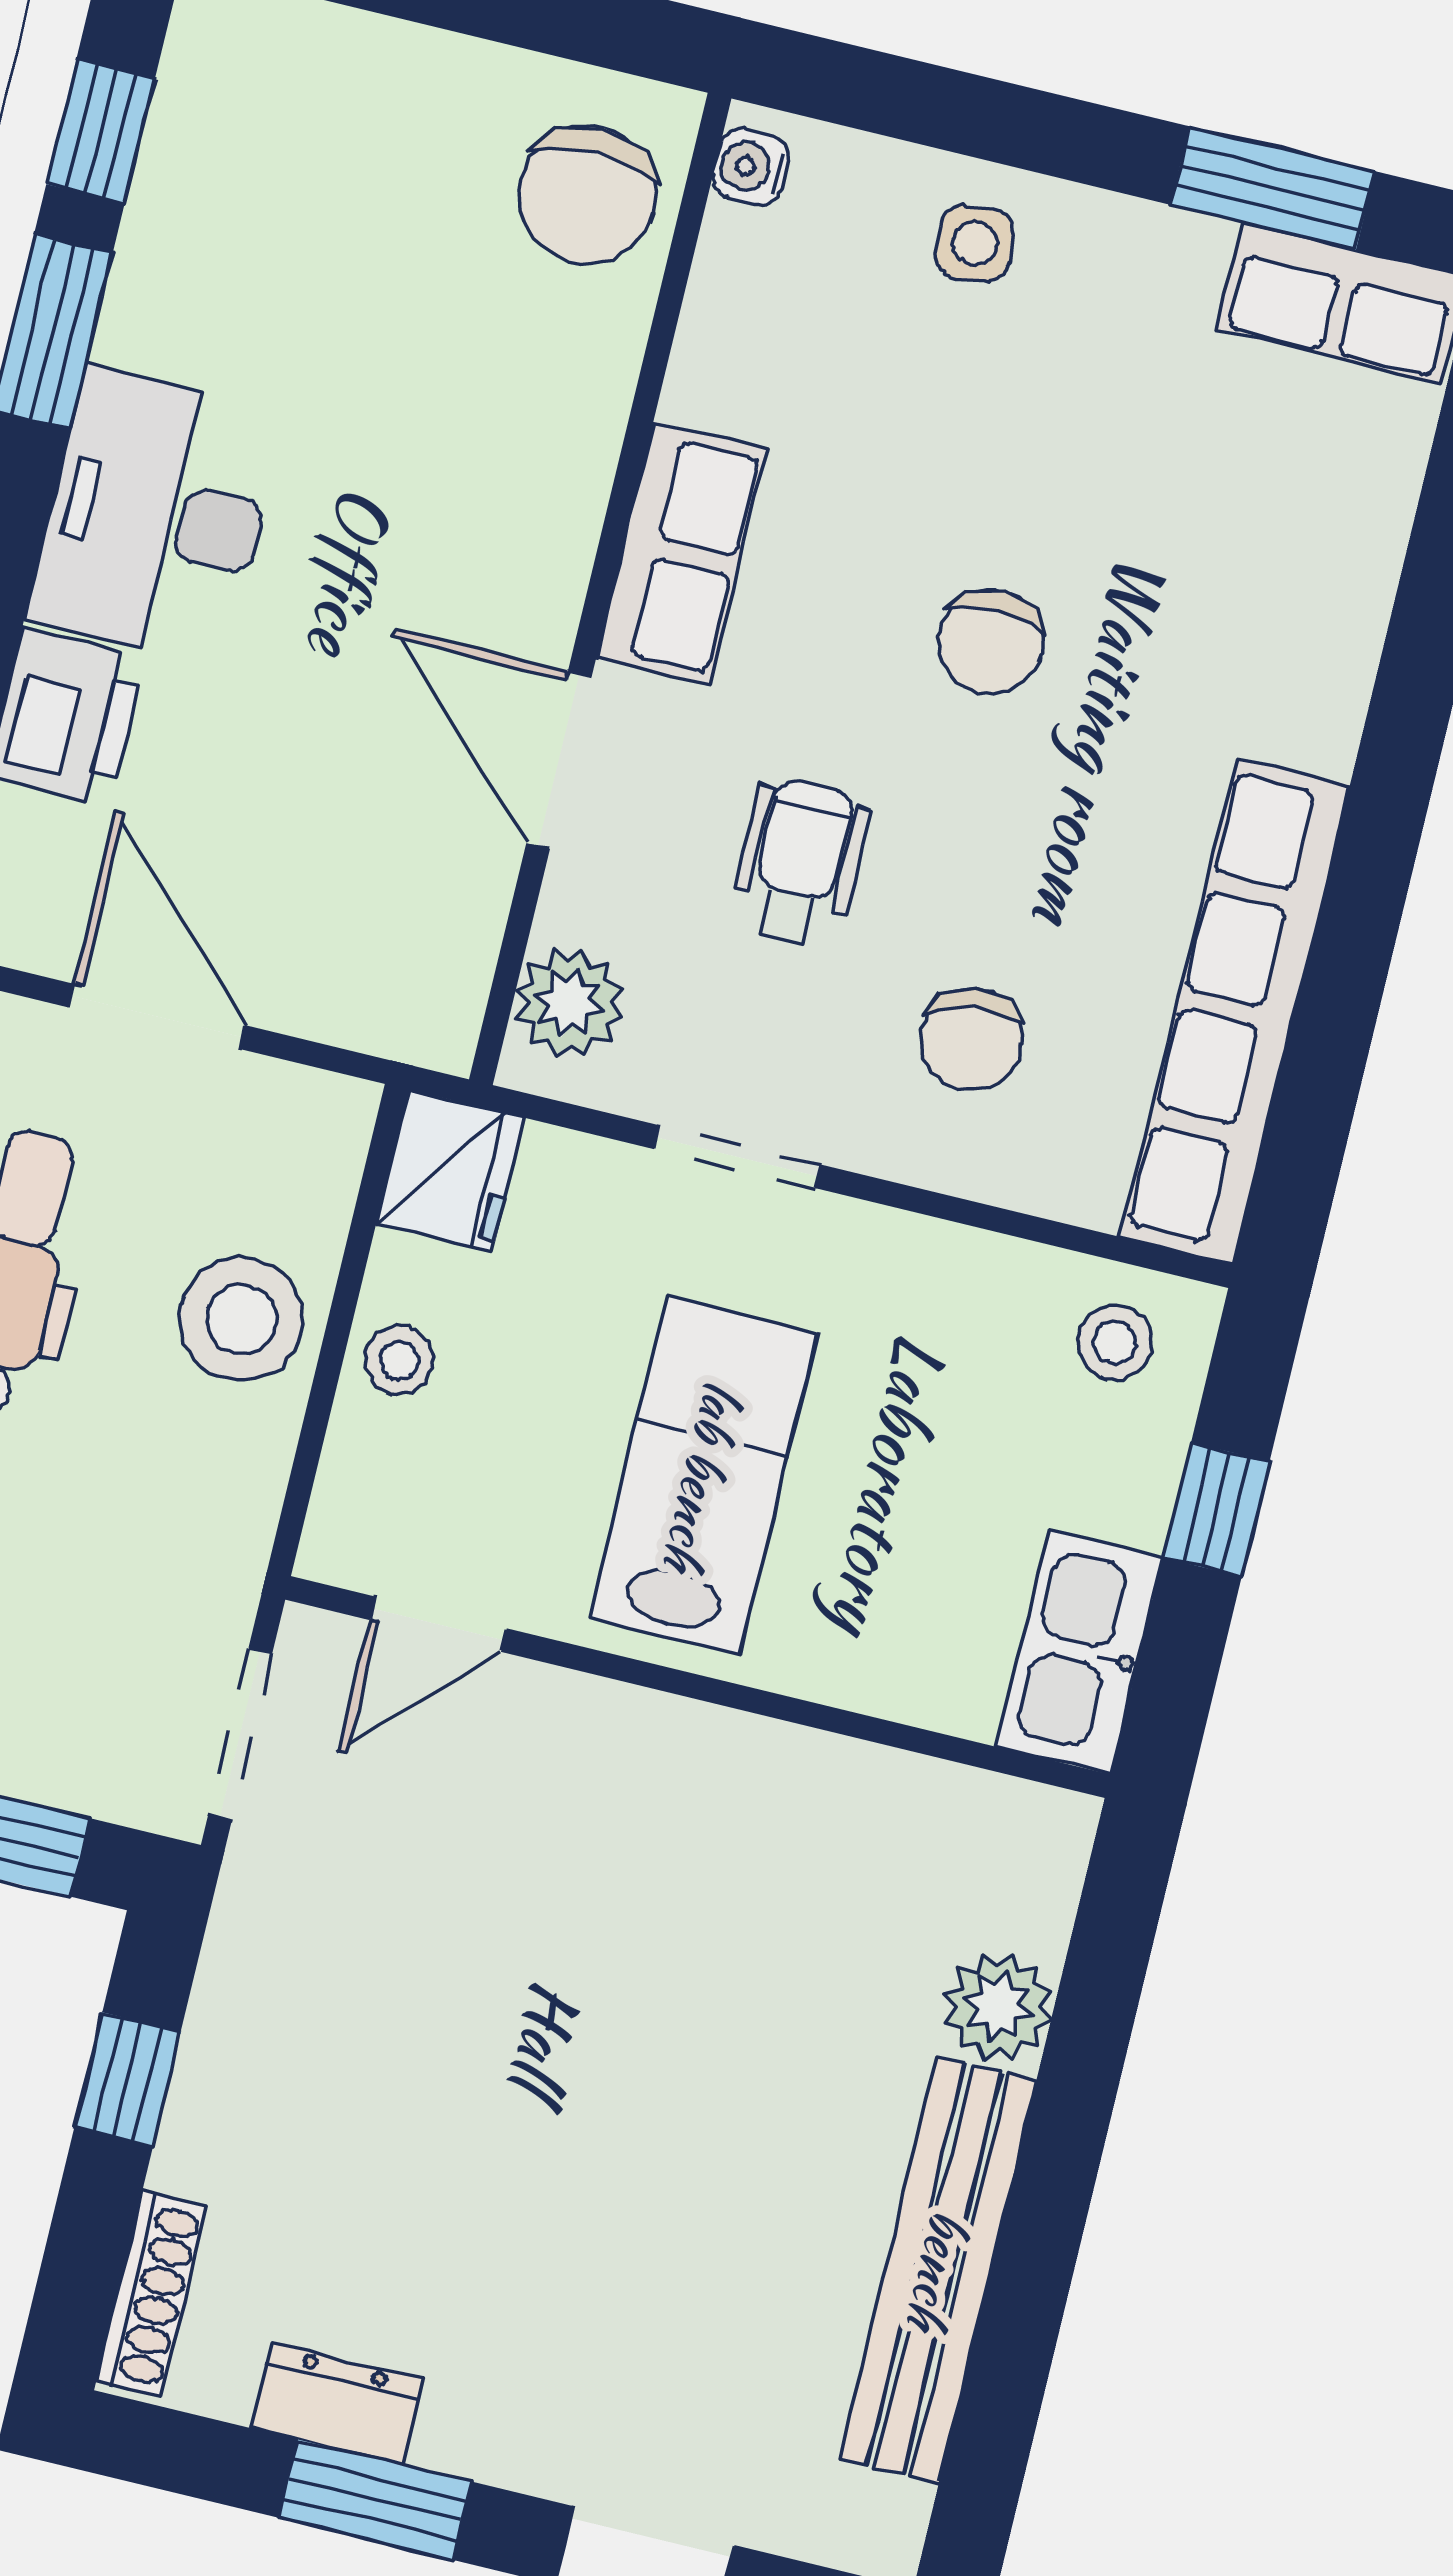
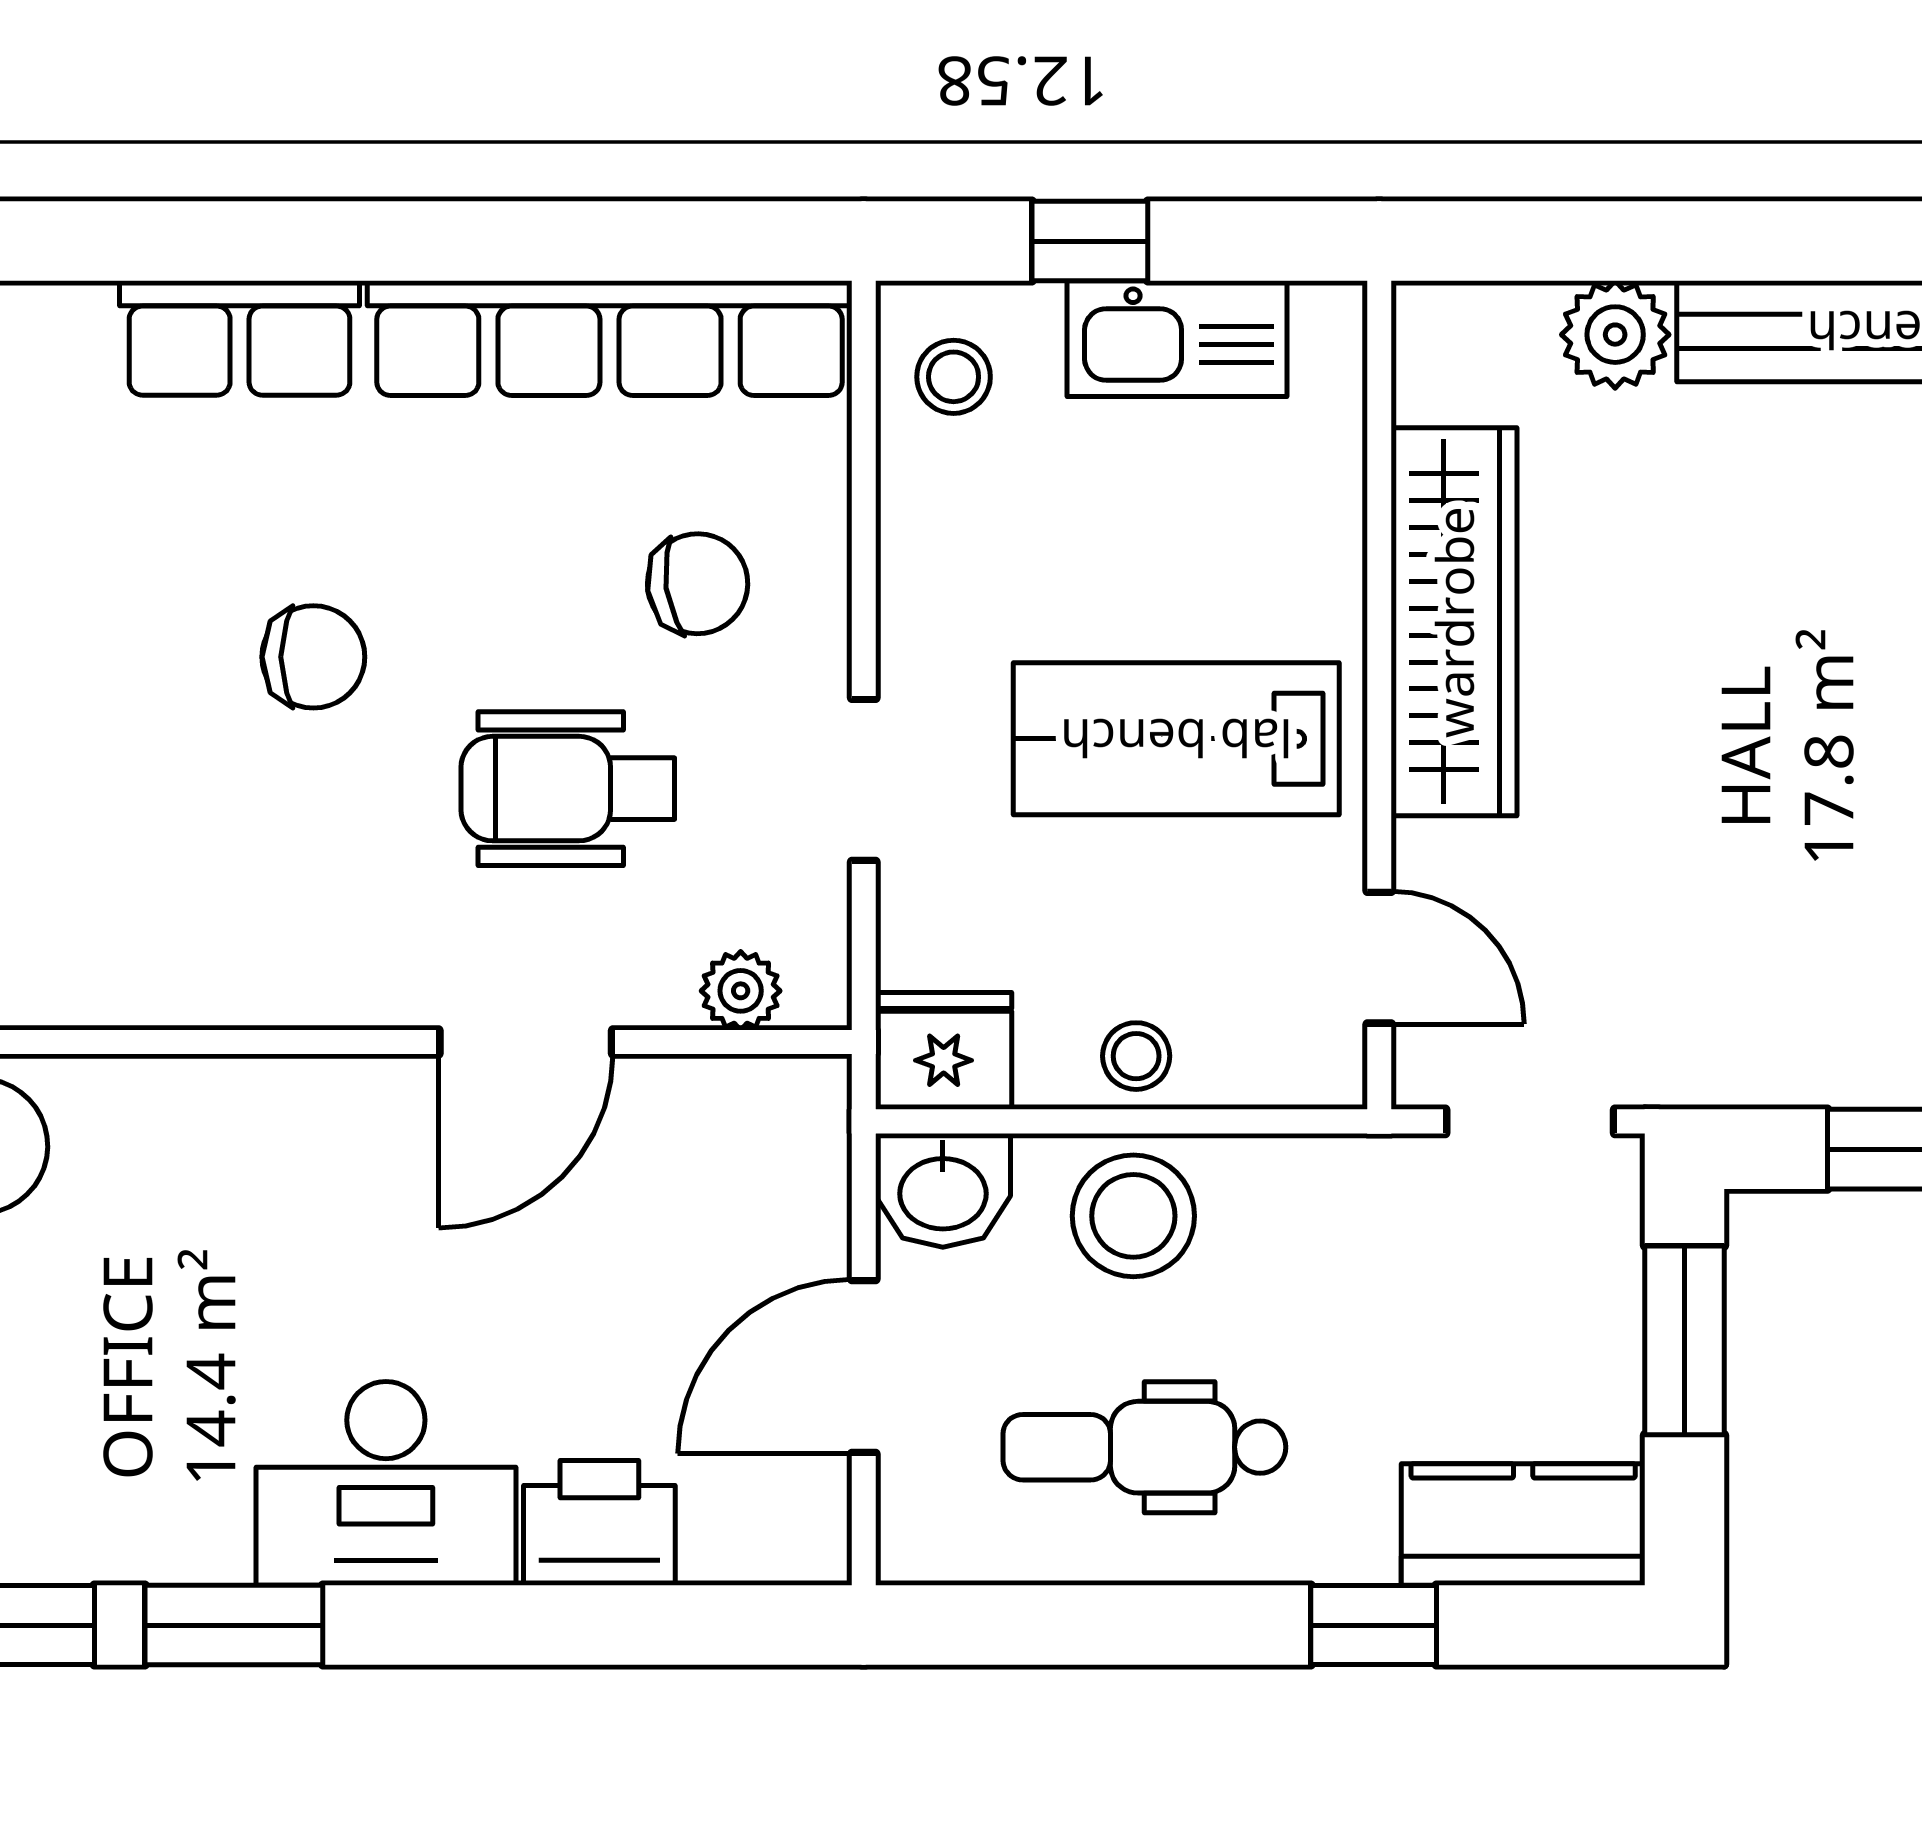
row of seats: (681, 554) -> (240, 338), moved, turned 180
wheelchair: (800, 862) -> (568, 789), width x1.36, depth x1.37
plant: (569, 1003) -> (741, 991), width x0.73, depth x0.73
washbasin: (312, 1137) -> (943, 1190), added
kitchen sink: (1080, 1652) -> (1177, 339), moved
wardrobe: (753, 1779) -> (1454, 622), added

